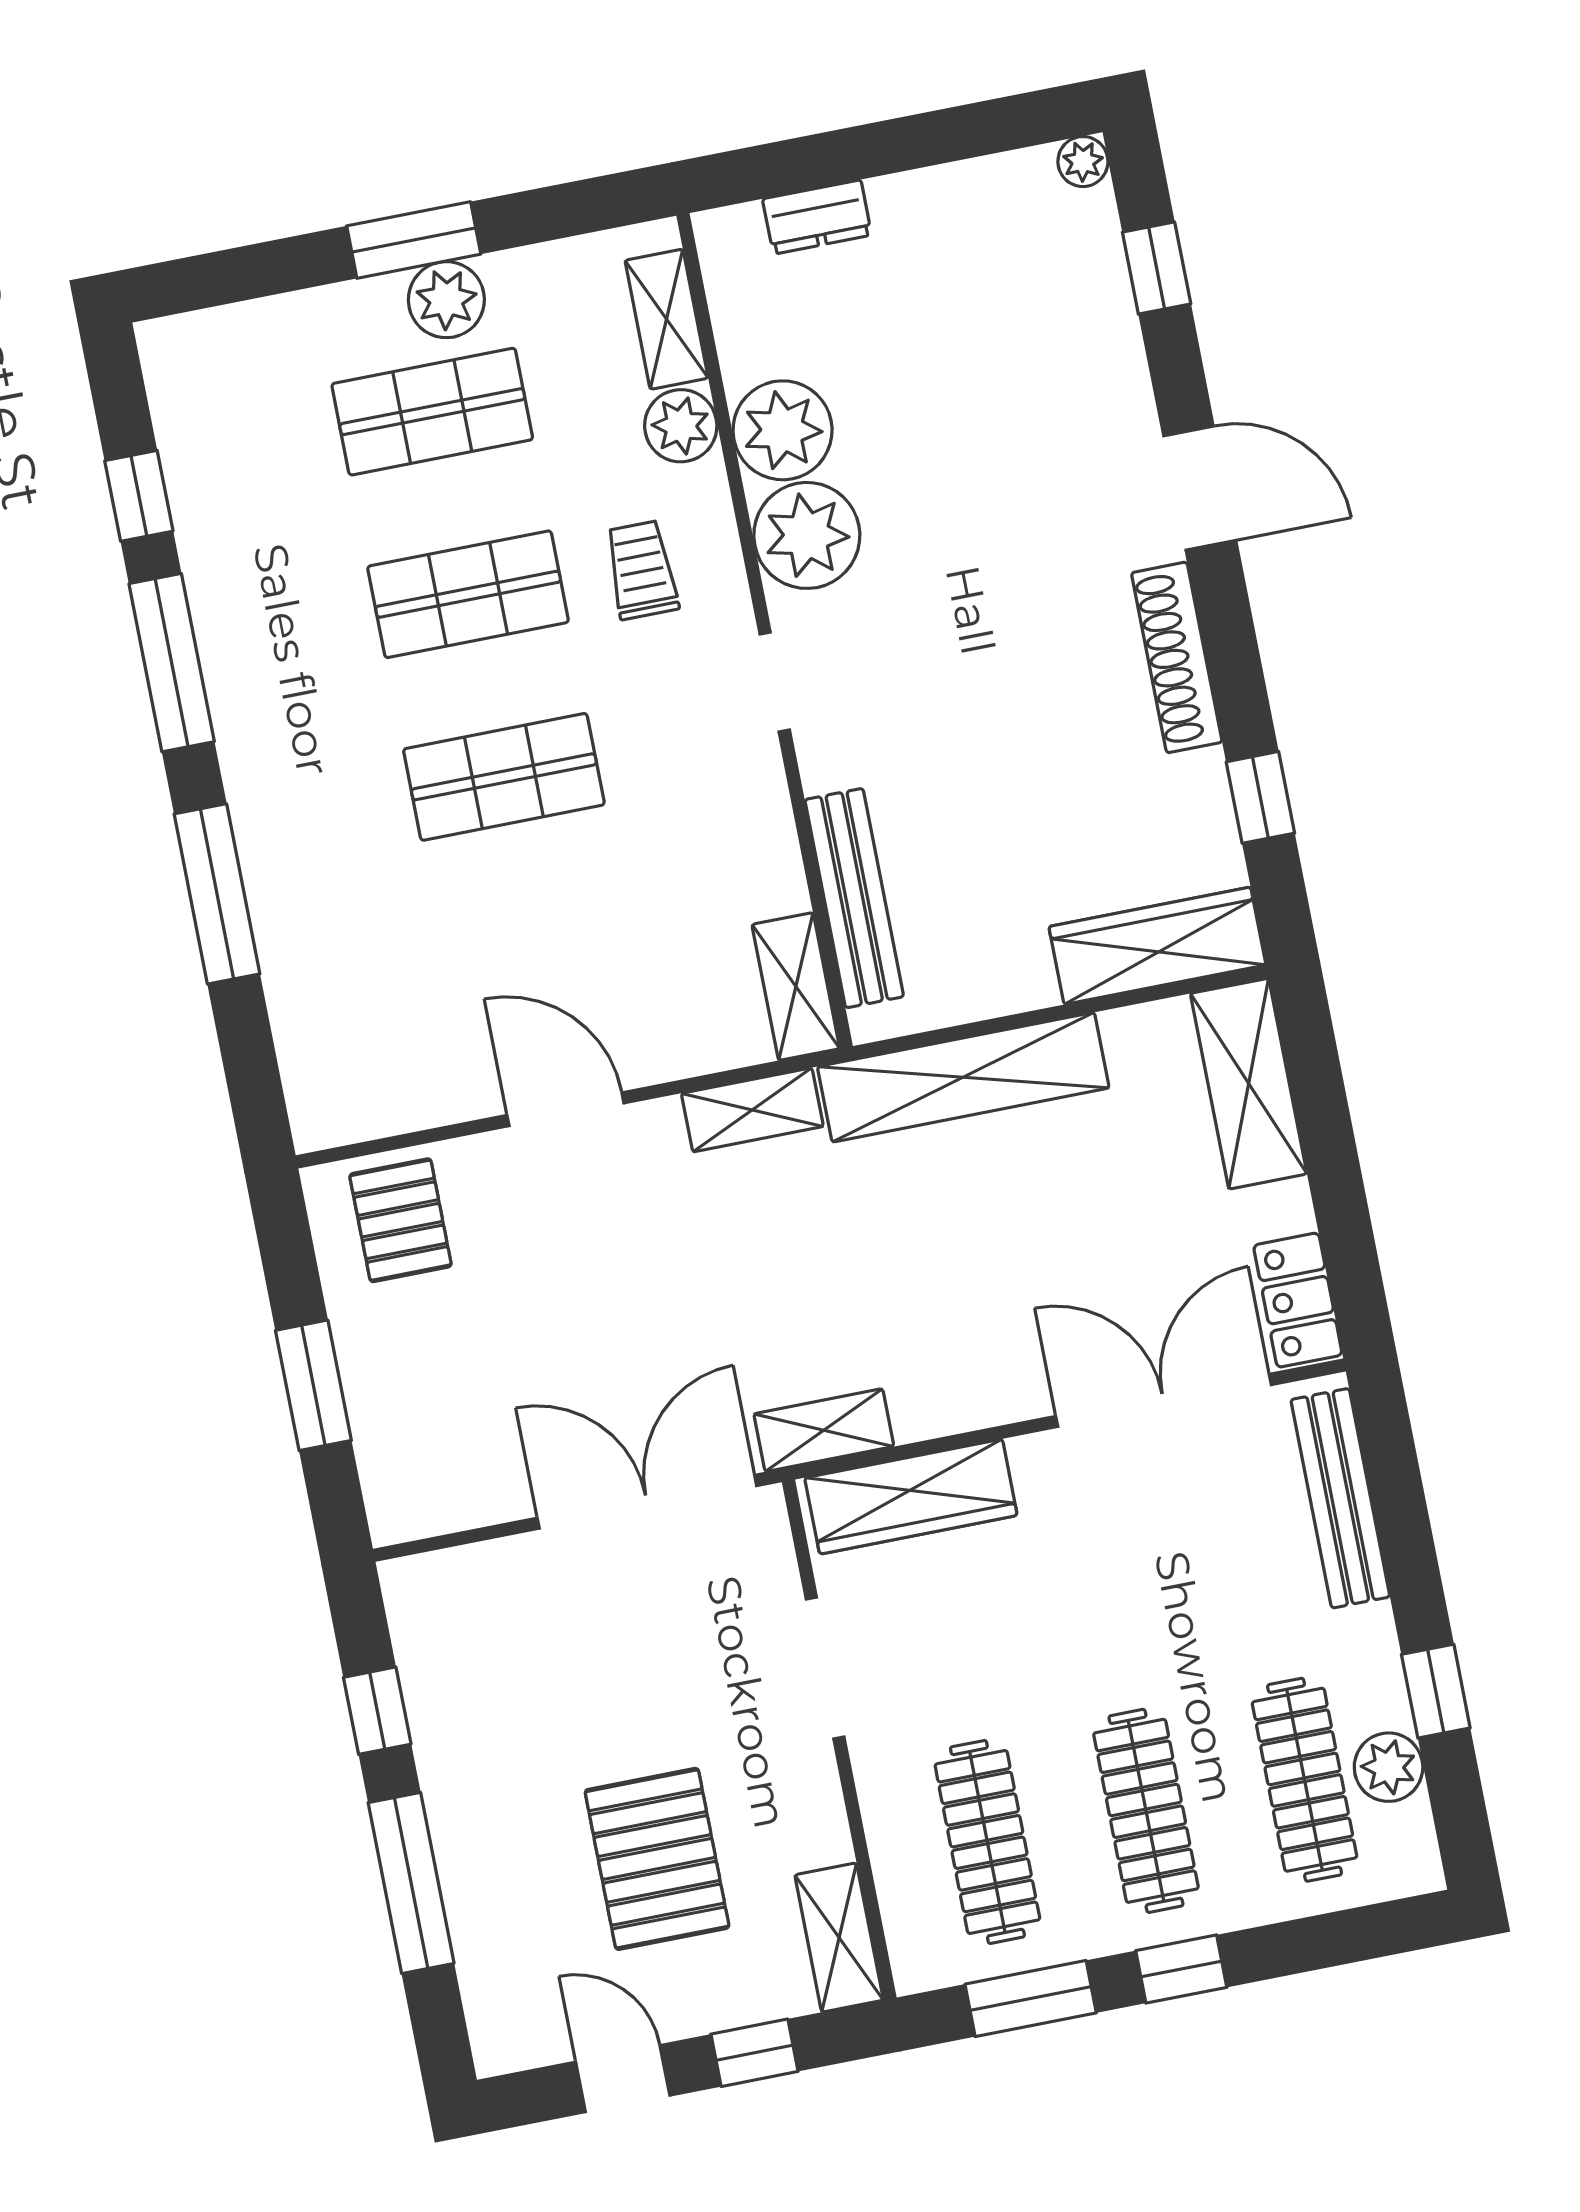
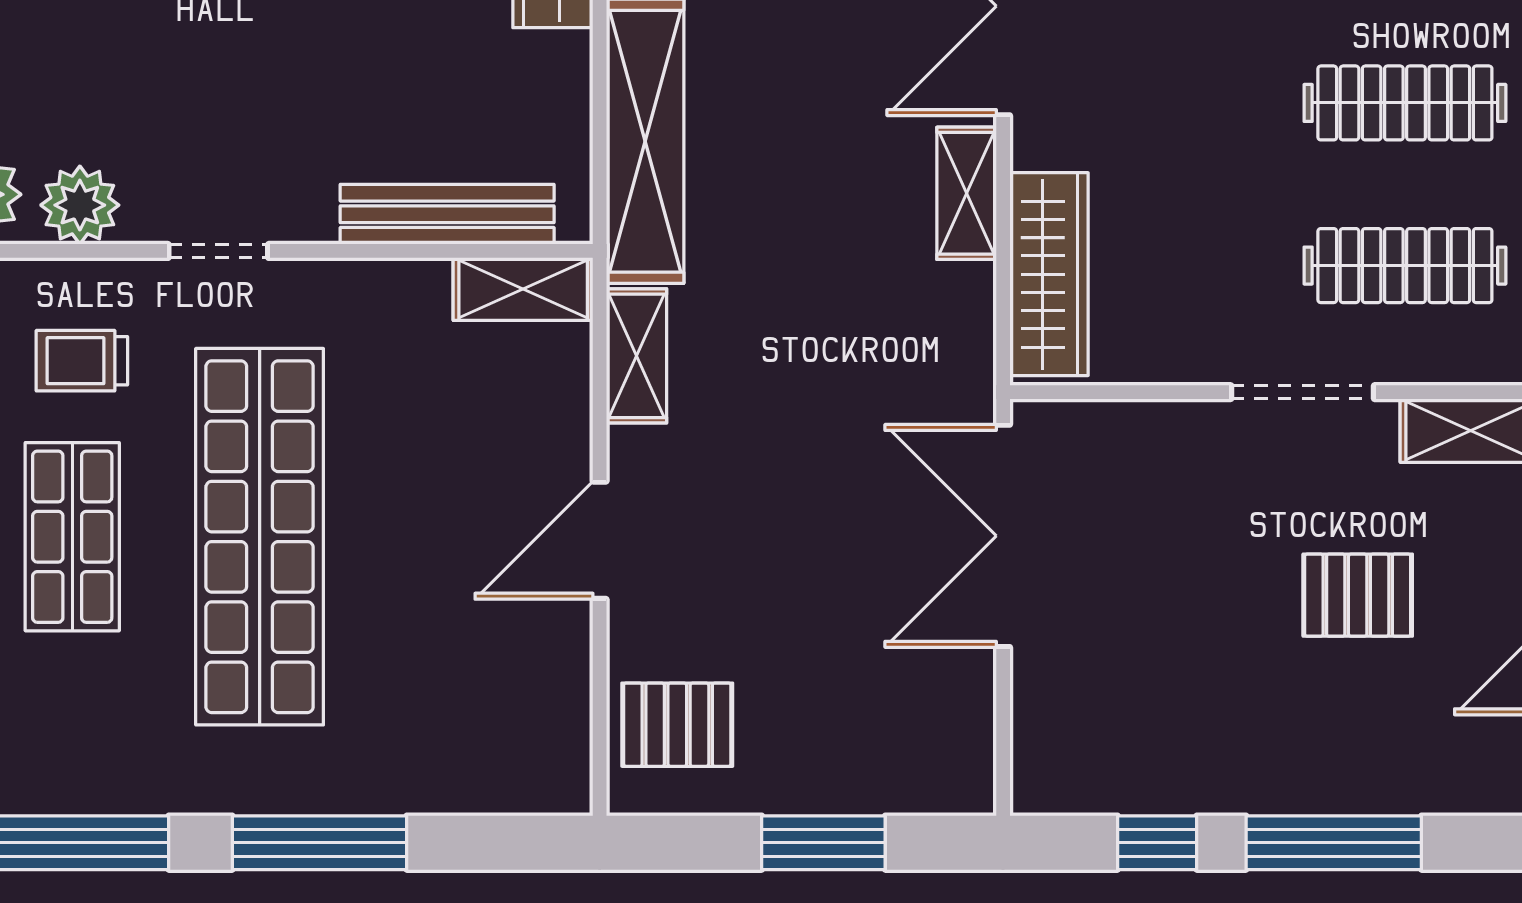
plant: (807, 535) -> (80, 205), width x0.73, depth x0.73
shop shelf: (504, 777) -> (260, 537), width x2.00, depth x1.36
shelving: (824, 1430) -> (967, 193), moved
doorway: (825, 1668) -> (1303, 392), moved
pallet: (657, 1859) -> (1358, 595), width x0.67, depth x0.71

